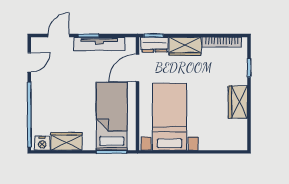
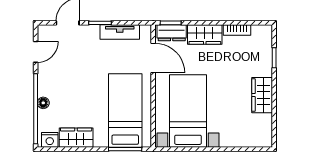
bookcase: (222, 42) -> (237, 30), width x0.64
tv unit: (99, 44) -> (120, 32), width x0.71
door: (138, 68) -> (153, 58), swing flipped
floor lamp: (36, 109) -> (43, 103), added

